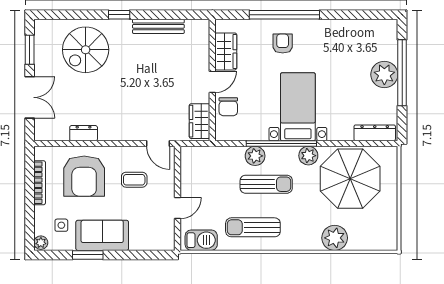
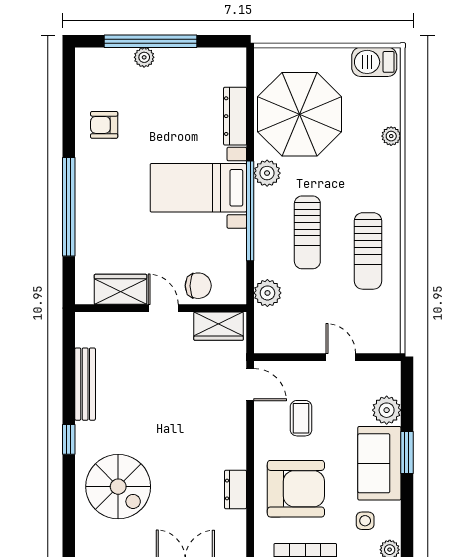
armchair: (283, 44) -> (104, 125), moved
plant: (384, 75) -> (144, 57), width x0.53, depth x0.53
dresser: (375, 133) -> (235, 116), moved
door: (158, 144) -> (250, 385), hinge flipped
plant: (255, 156) -> (267, 293), moved
sun lounger: (266, 184) -> (307, 232), turned 180
plant: (335, 238) -> (391, 136), width x0.53, depth x0.53
barbecue: (201, 240) -> (374, 62), moved, turned -90
plant: (140, 241) -> (387, 410), added
window: (88, 255) -> (407, 452), moved

